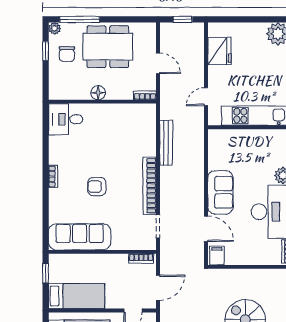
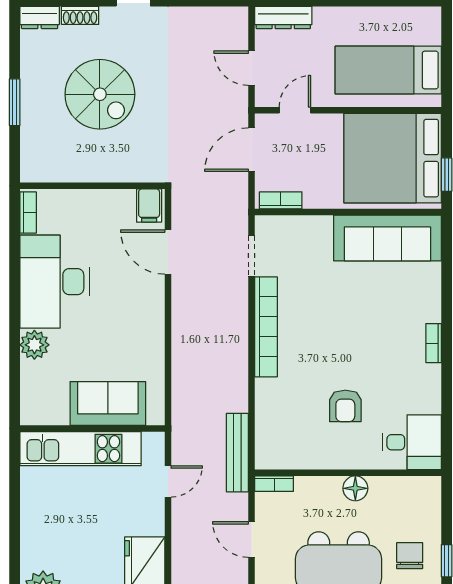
bench: (166, 143) -> (237, 453), moved
armchair: (97, 187) -> (345, 406), moved, turned 90
sofa: (220, 192) -> (108, 403), moved, turned 90
bed: (77, 296) -> (393, 158), width x2.04

